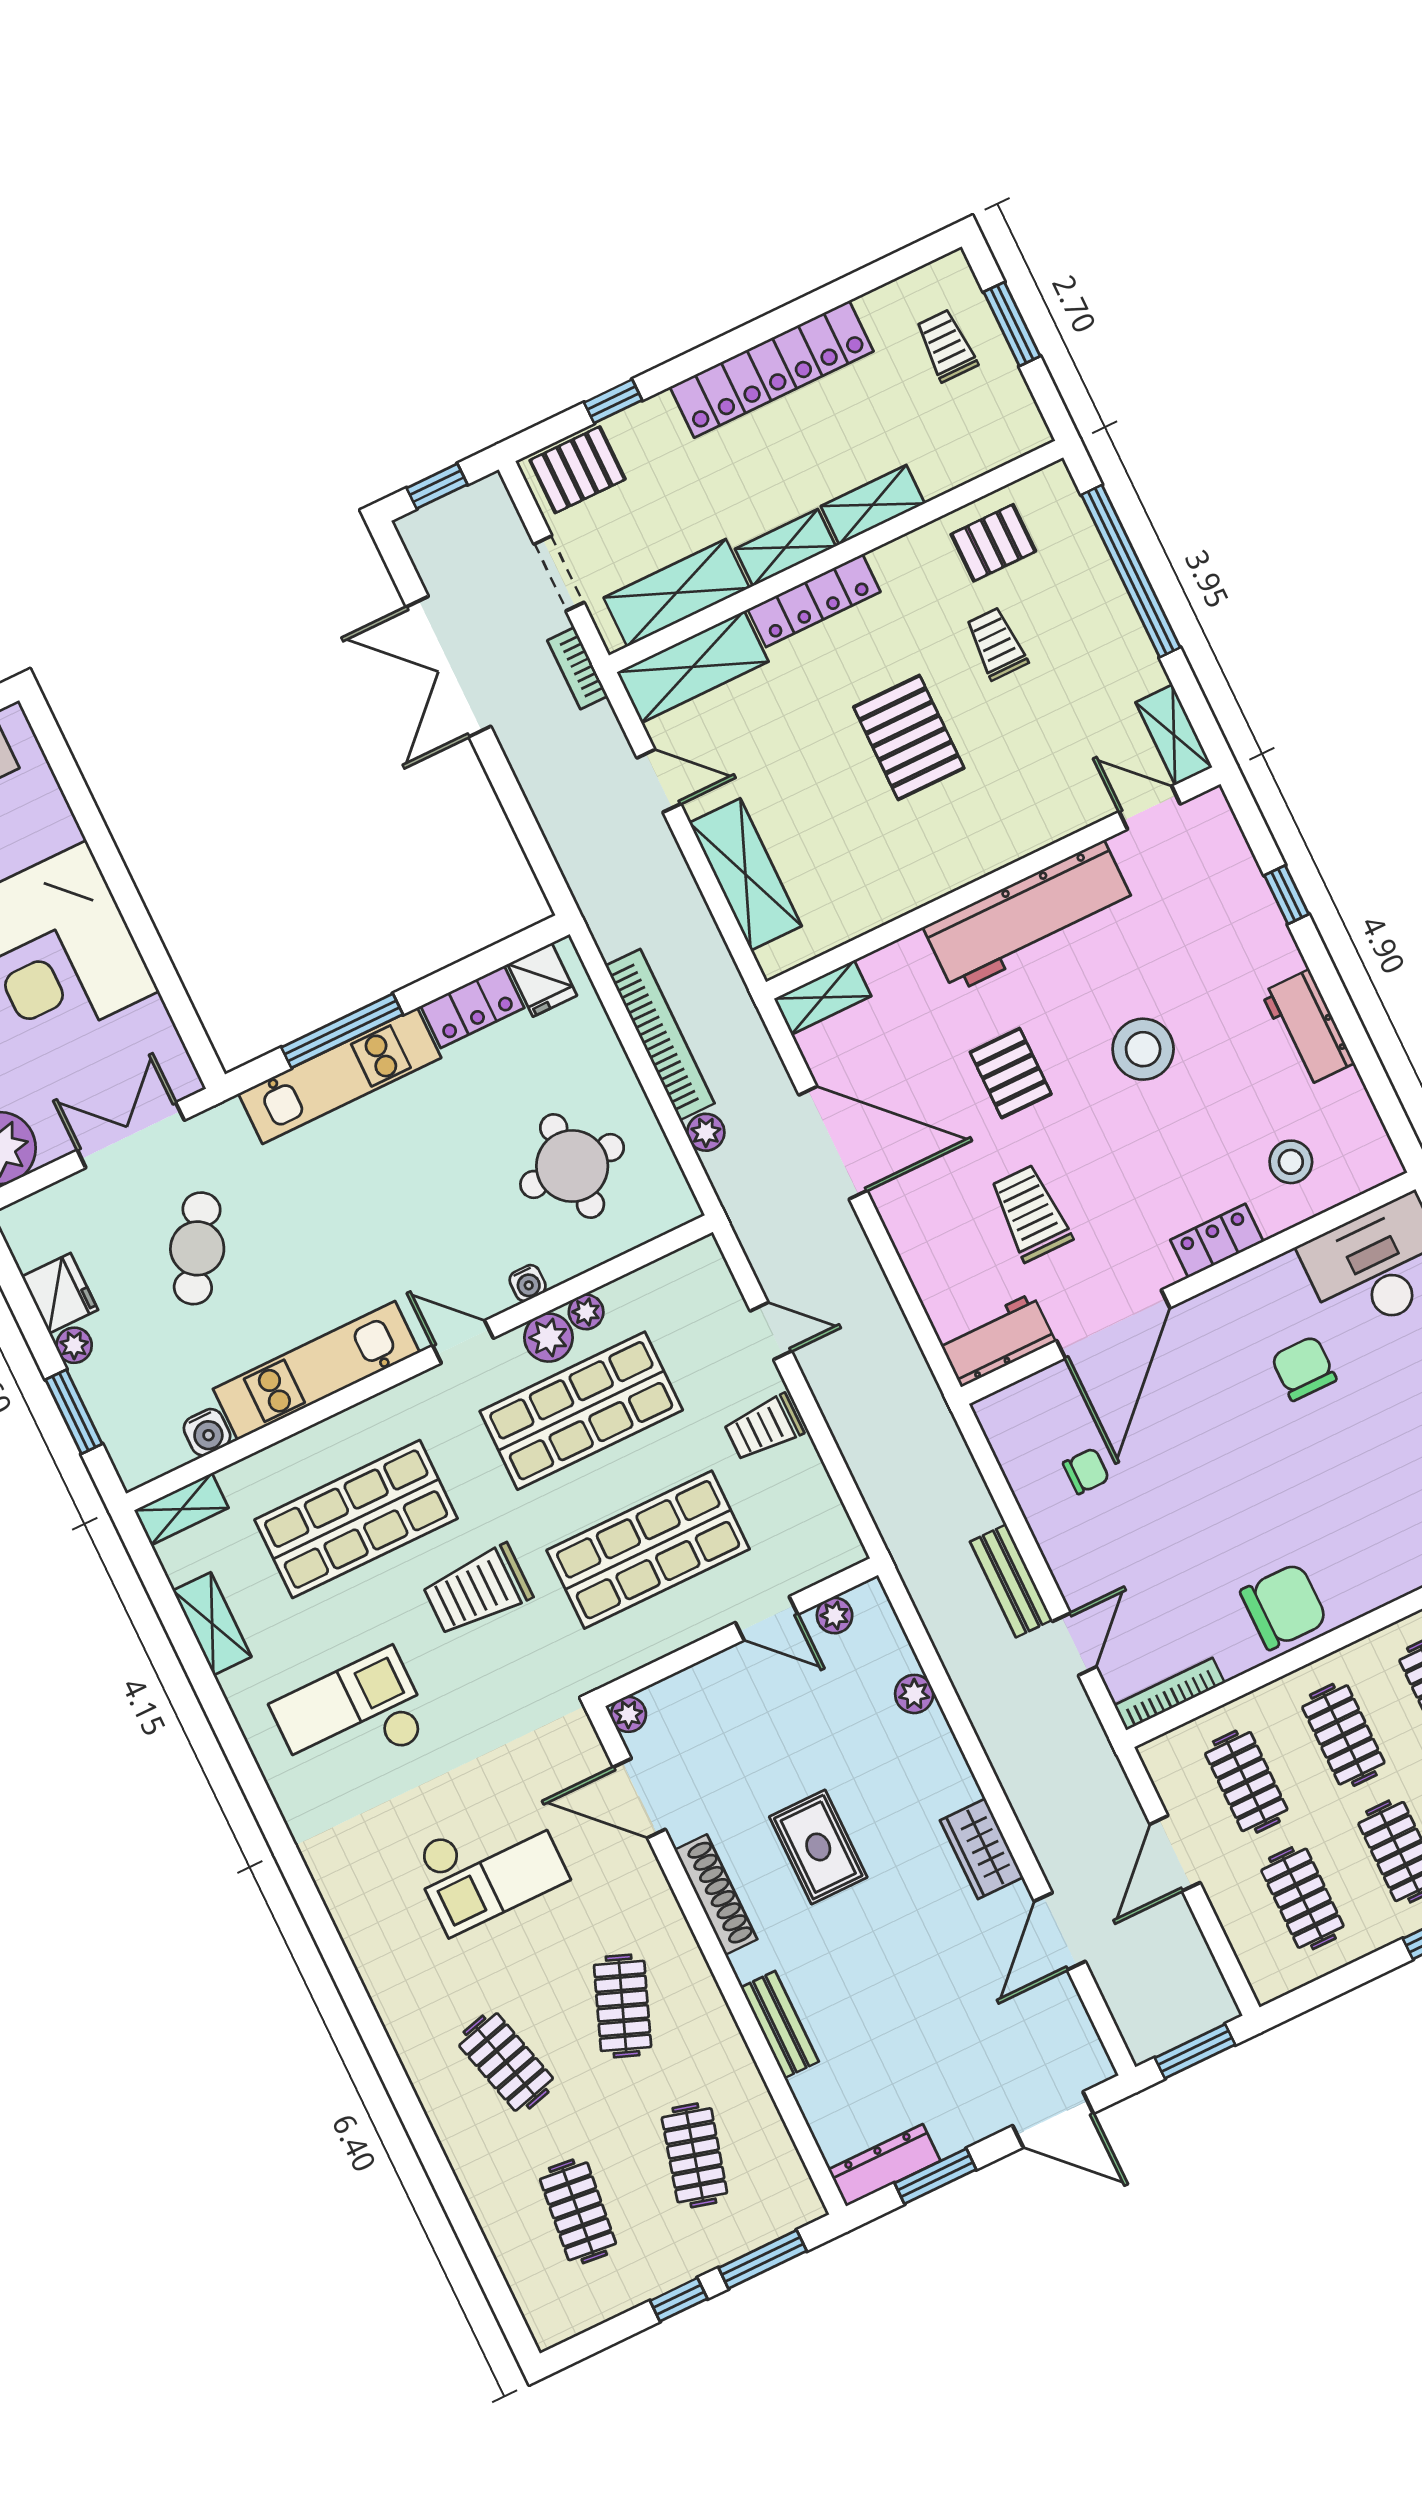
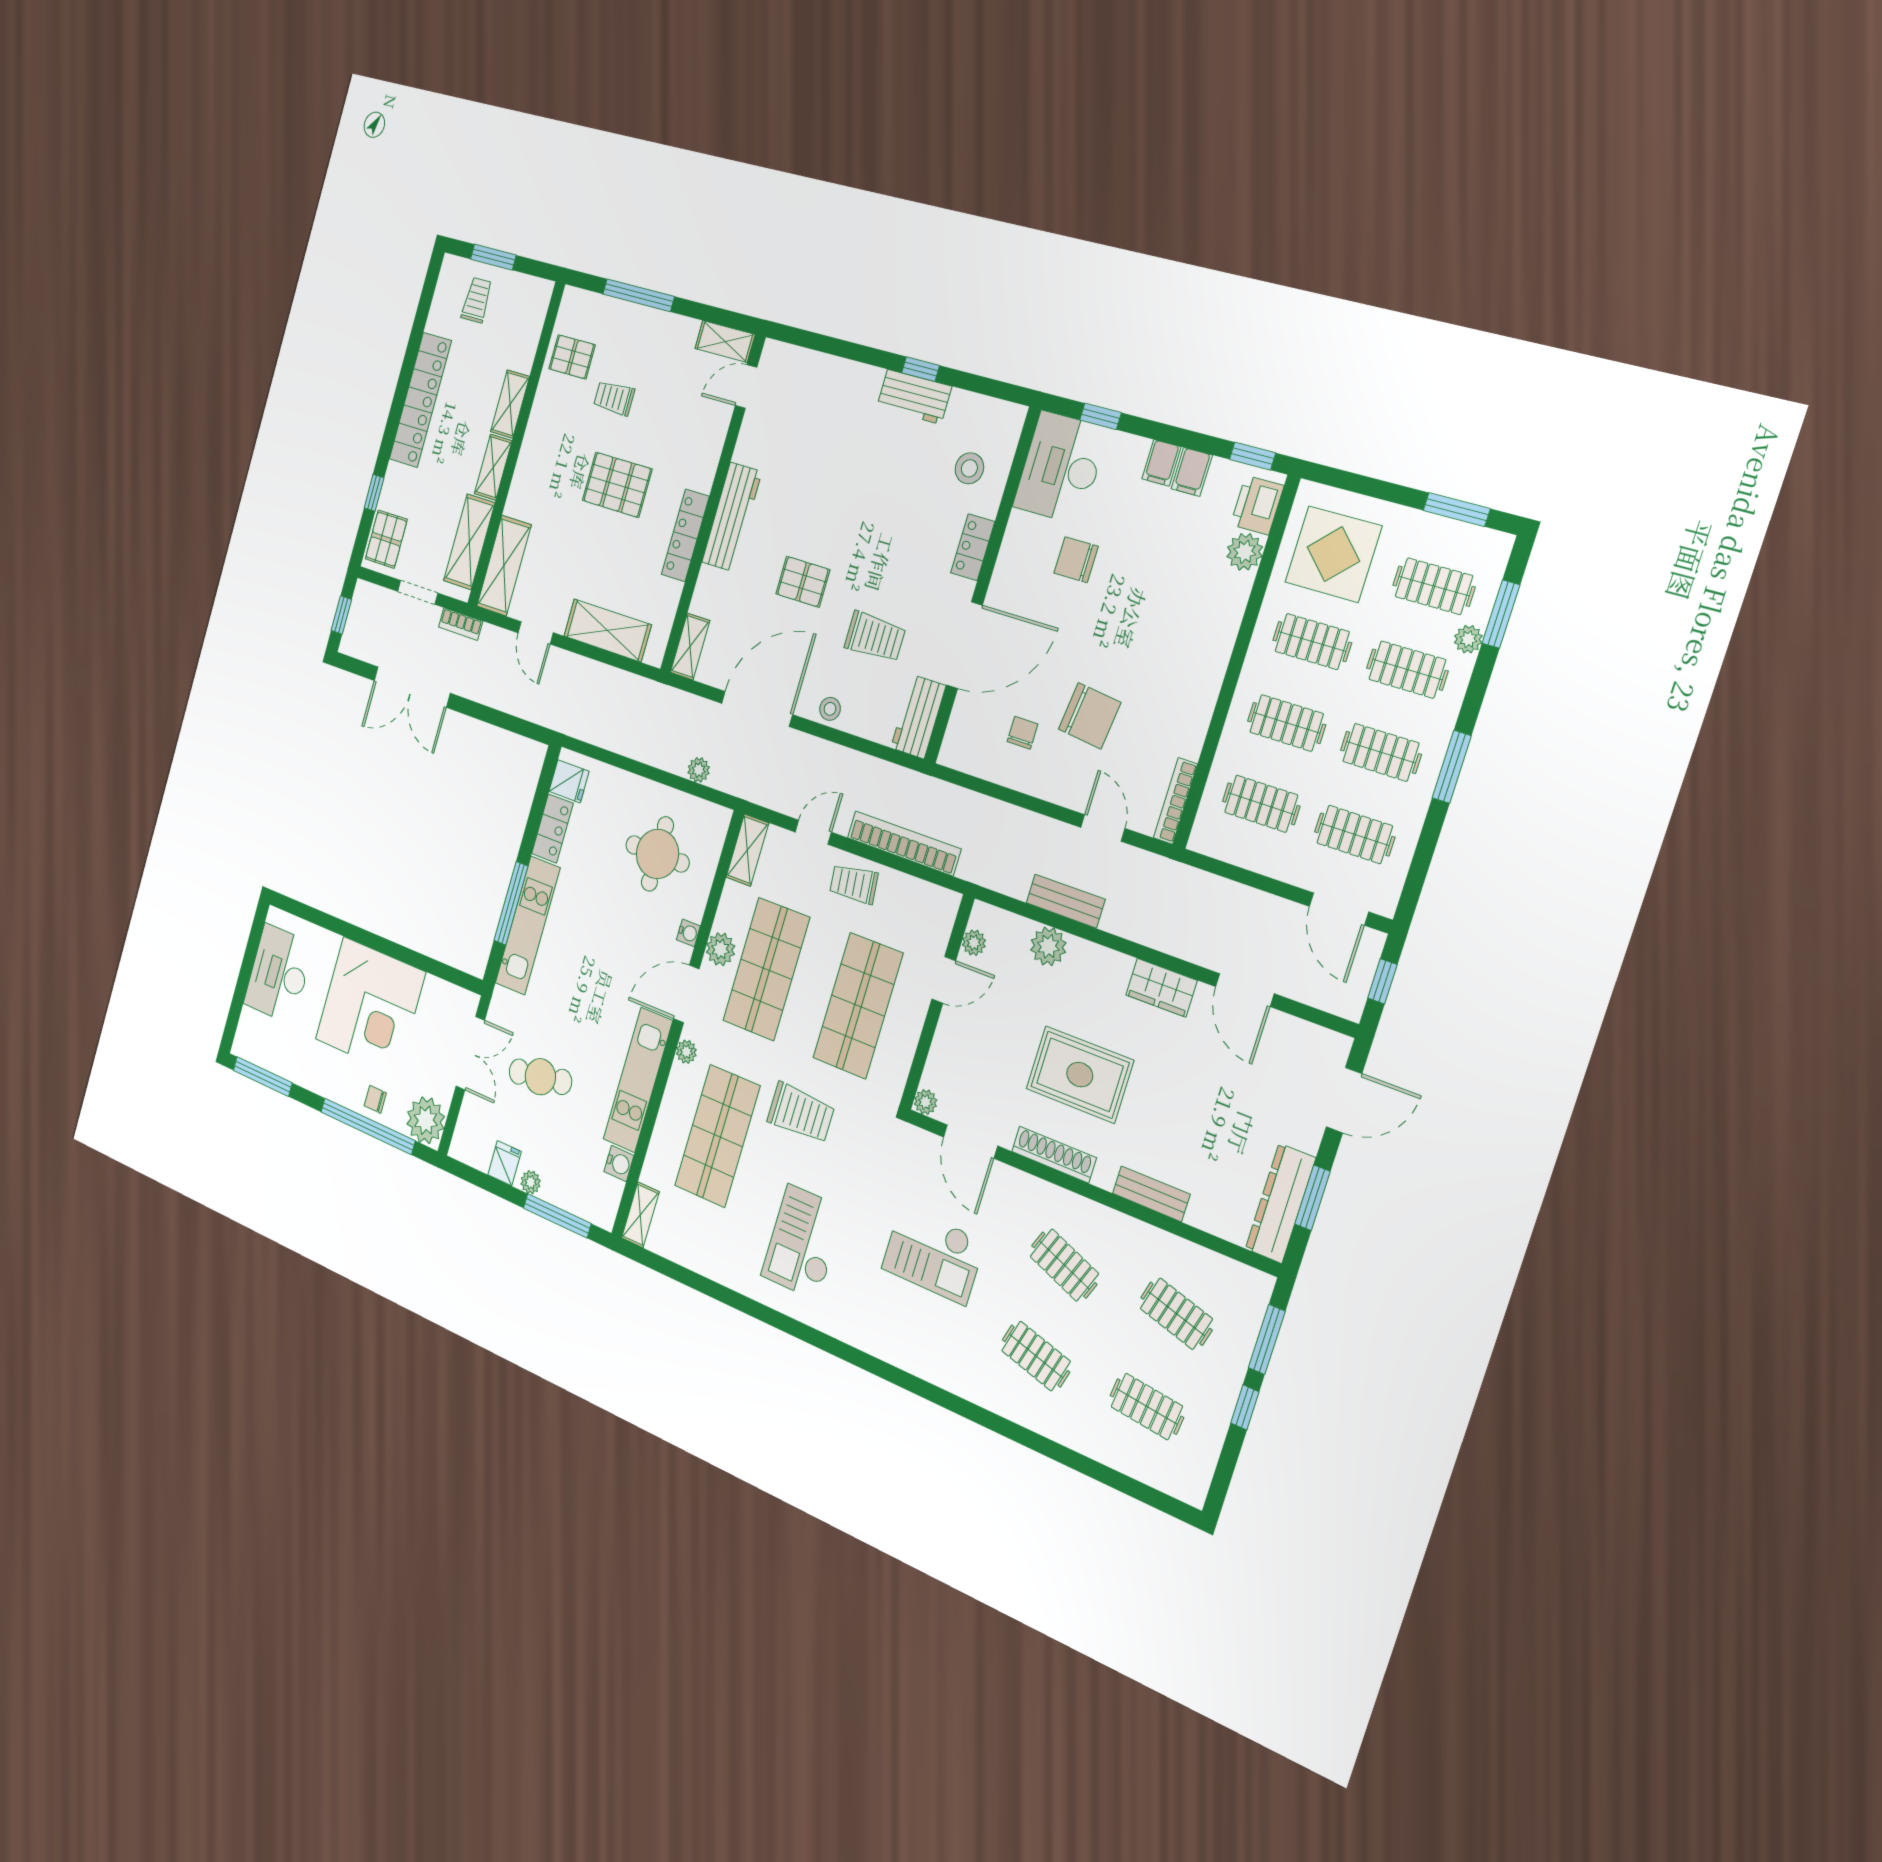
trolley: (946, 345) -> (477, 300), turned 90
pallet: (993, 543) -> (572, 357), turned 90
window: (1131, 571) -> (638, 295), width x0.68
locker: (814, 601) -> (685, 535), moved, turned 180
door: (659, 781) -> (536, 633), swing flipped
window: (1287, 895) -> (921, 369), moved
workbench: (1029, 917) -> (732, 517), width x0.73, depth x0.76
bookcase: (660, 1035) -> (904, 843), moved
stool: (1143, 1049) -> (830, 709), moved, width x0.53, depth x0.53
double door: (131, 1135) -> (470, 1053), swing flipped
trolley: (1031, 1213) -> (875, 637), turned 180
cafe table: (197, 1248) -> (540, 1077), turned -41
fridge: (60, 1293) -> (505, 1163), width x0.72
plant: (586, 1312) -> (686, 1052), moved
door: (1113, 1324) -> (964, 645), hinge flipped
door: (463, 1342) -> (686, 994), width x1.38
window: (74, 1412) -> (557, 1216), width x1.44
trolley: (764, 1427) -> (854, 884), turned 84
bench: (1011, 1581) -> (1066, 901), moved
trolley: (477, 1590) -> (801, 1113), turned -90
chair: (1284, 1606) -> (1090, 716), moved, turned 97
shelving: (212, 1624) -> (747, 850), moved, turned 90
plant: (914, 1694) -> (1048, 946), width x1.38, depth x1.38
door: (639, 1798) -> (970, 1141), hinge flipped
rug: (818, 1847) -> (1080, 1075), width x1.36, depth x1.43
door: (1175, 1853) -> (1339, 909), moved
checkout: (489, 1866) -> (933, 1255), turned 90
window: (1195, 2051) -> (1382, 981), width x0.67
clothes rail: (506, 2062) -> (1036, 1356), turned 30
dresser: (884, 2165) -> (1280, 1203), width x1.37, depth x1.24

